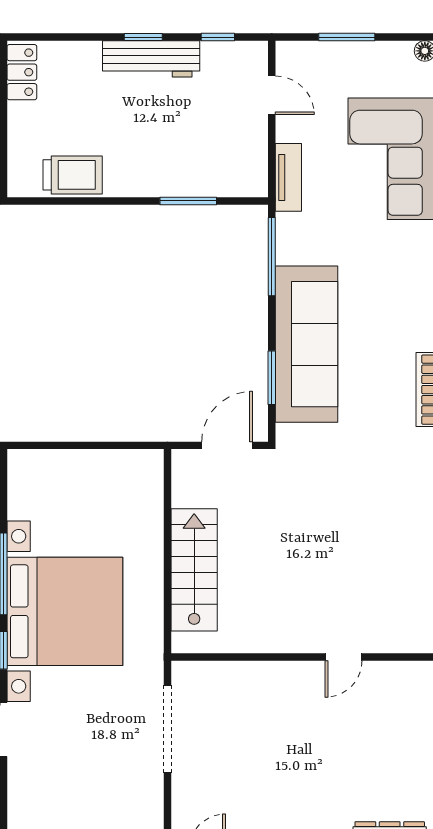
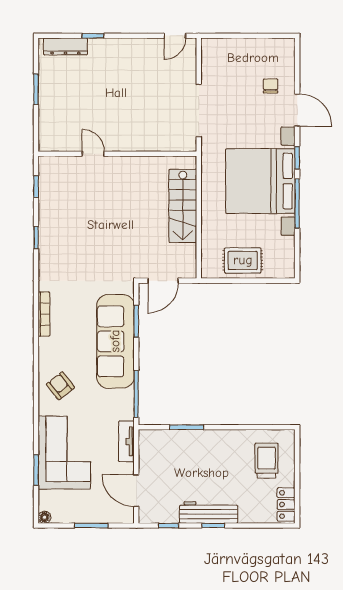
door: (272, 95) -> (136, 491), width x1.37
trolley: (73, 175) -> (267, 461), moved, turned 90
armchair: (398, 270) -> (60, 386), added
rug: (94, 479) -> (243, 260), added
door: (344, 657) -> (93, 154), hinge flipped
chair: (48, 770) -> (271, 86), added

